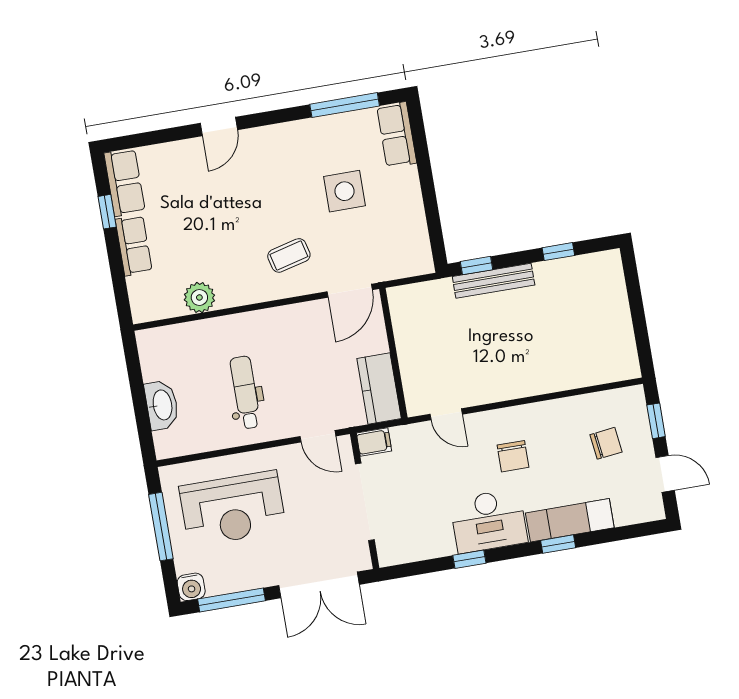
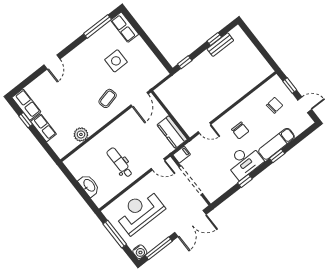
bench: (494, 281) -> (220, 45), moved, width x0.73
reception desk: (233, 509) -> (140, 212), turned 180

